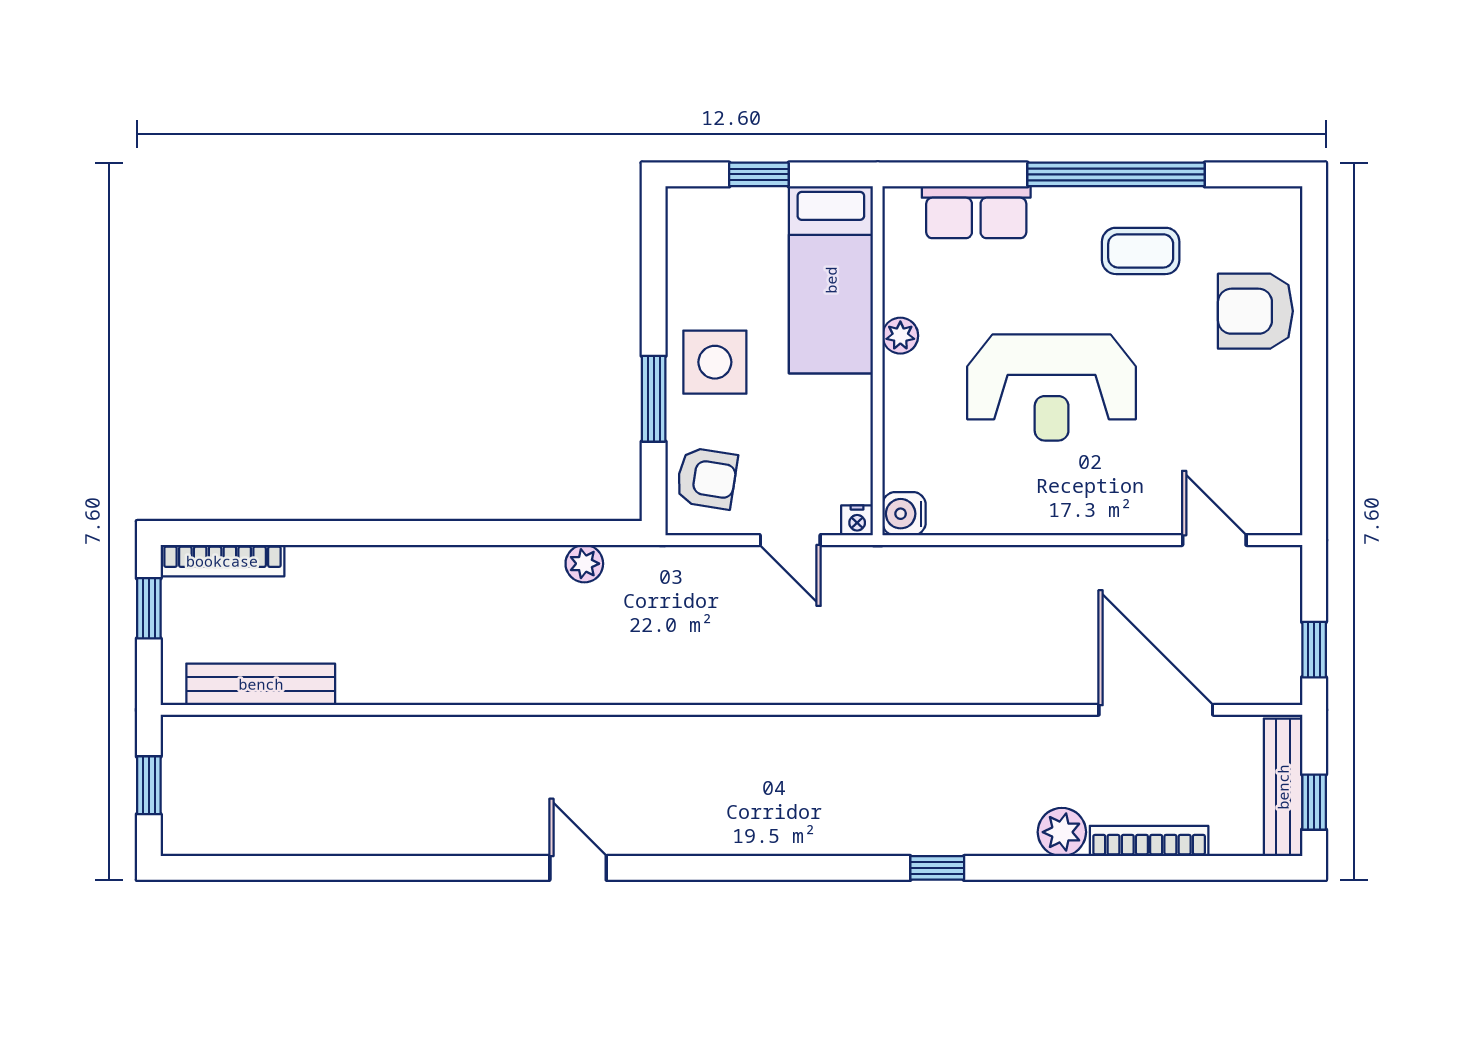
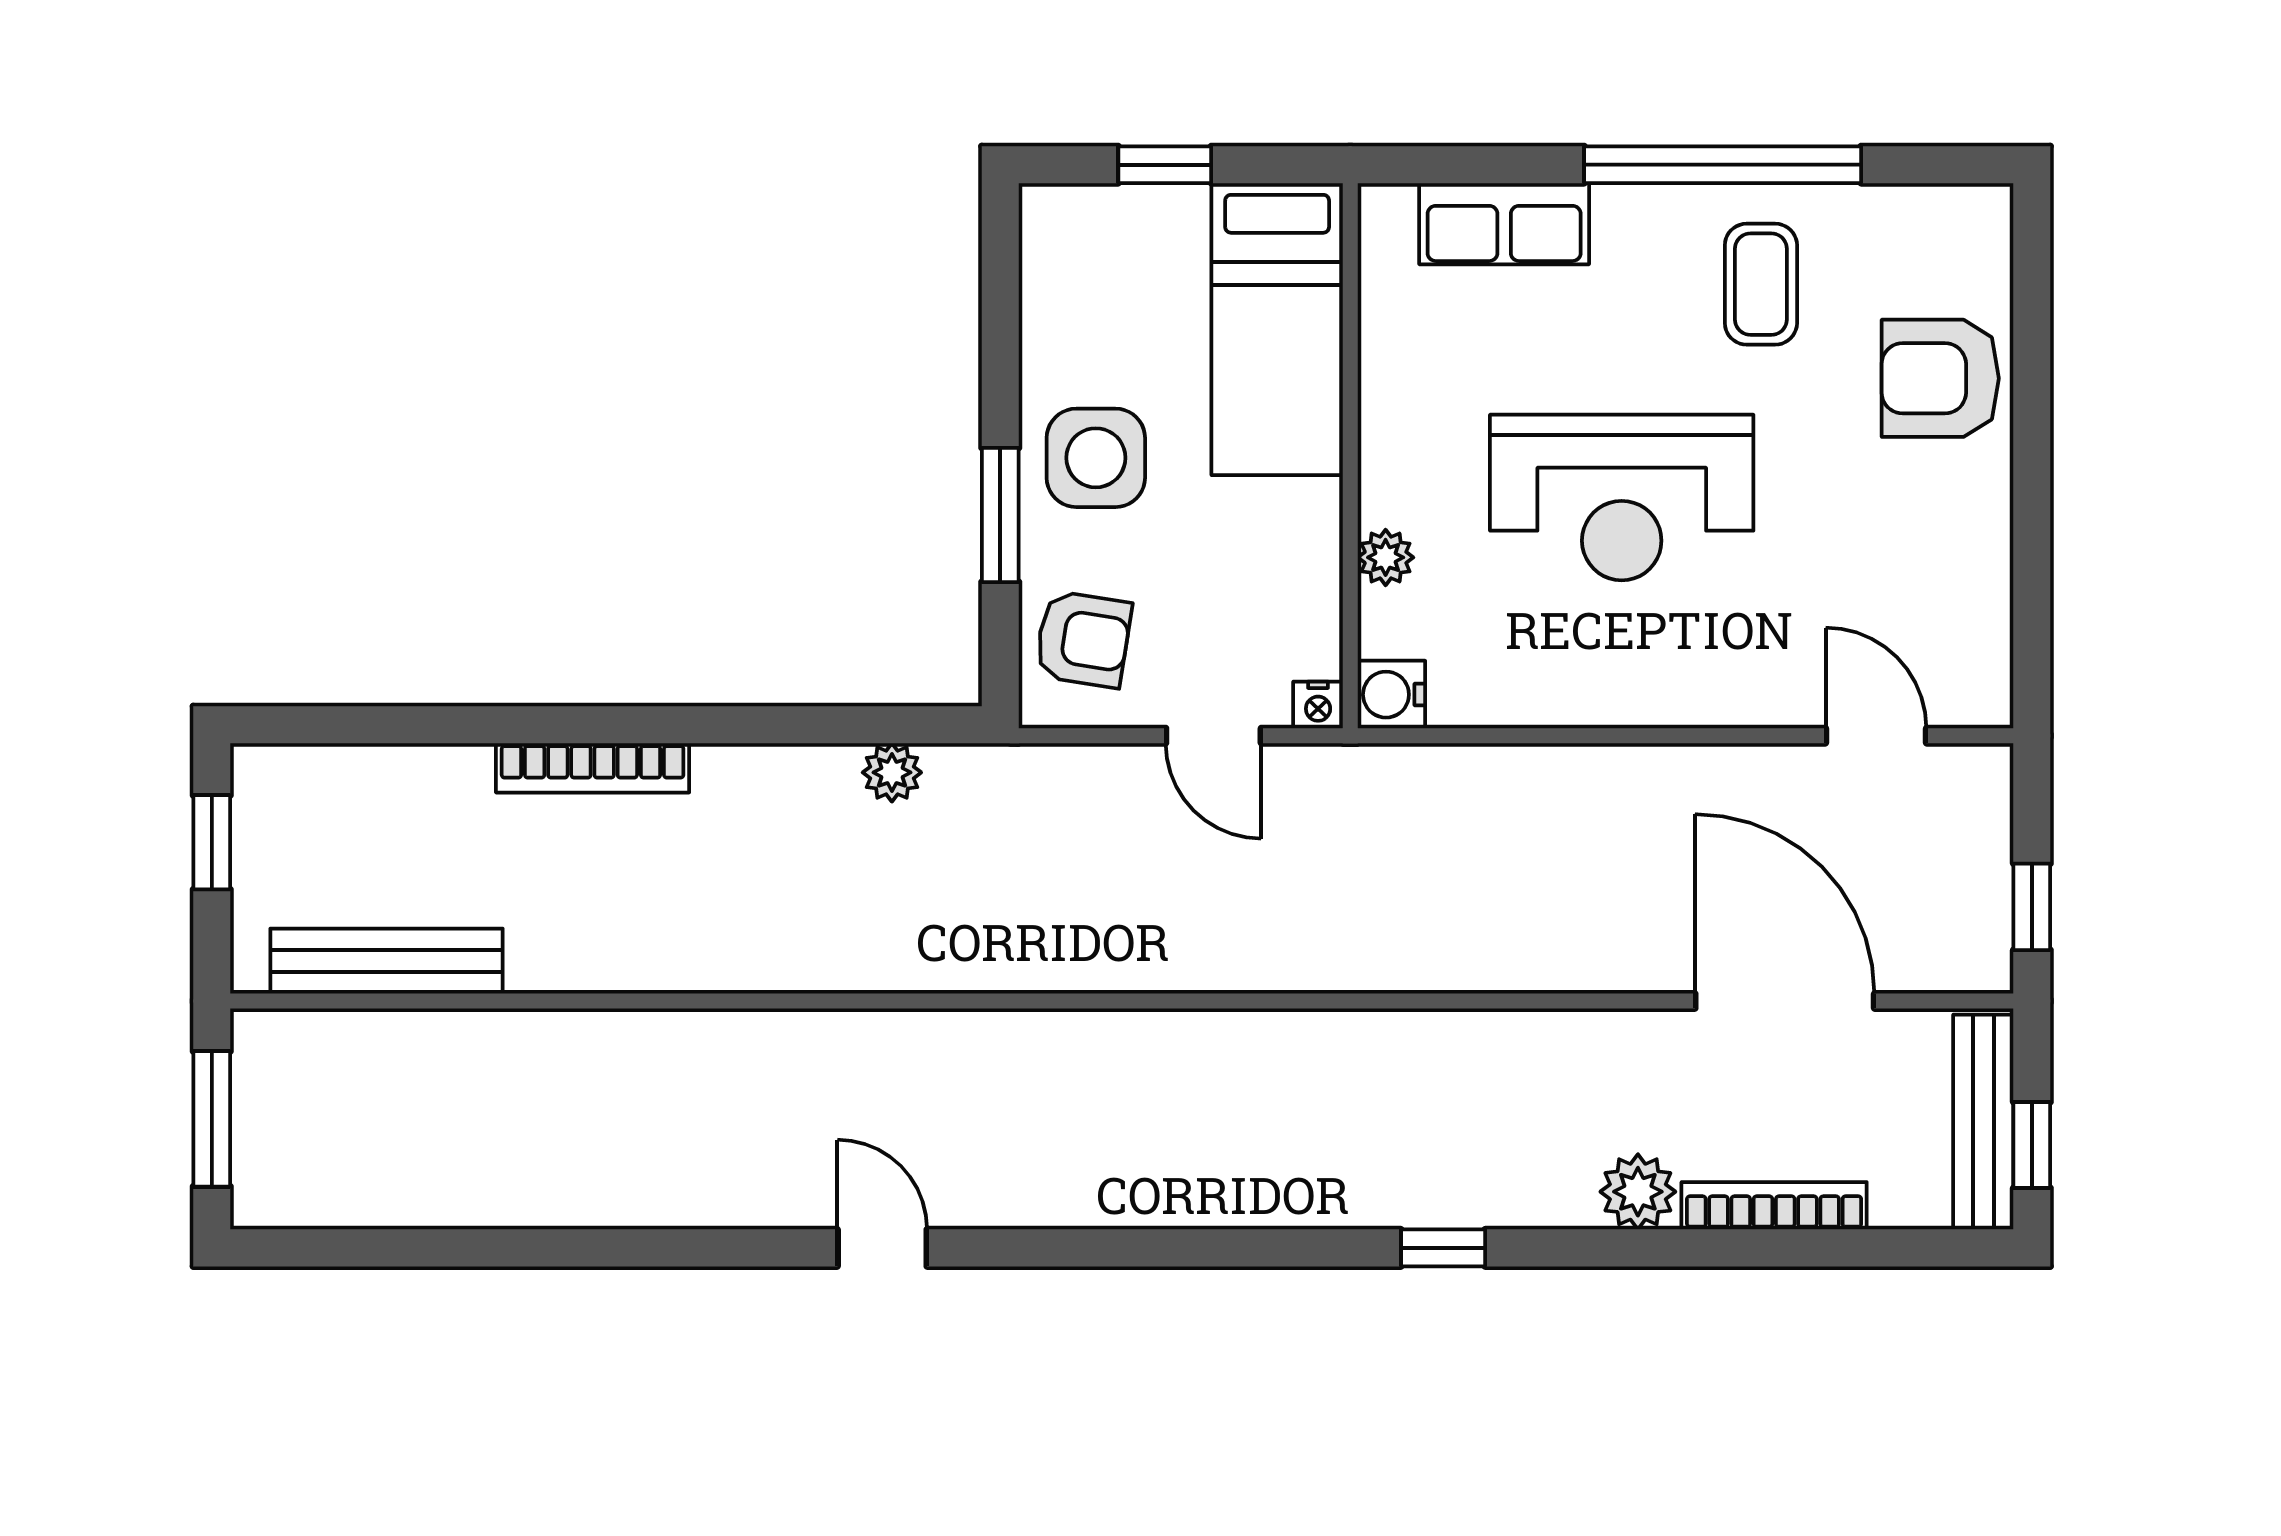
coffee table: (1141, 251) -> (1761, 284), turned 90
plant: (900, 336) -> (1386, 557), moved
bookcase: (222, 561) -> (593, 768), moved
window: (149, 785) -> (212, 1119), width x1.50

